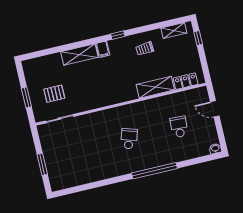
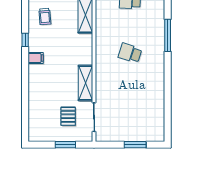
shelving: (79, 54) -> (85, 83), moved
window: (154, 171) -> (168, 35), width x0.68

